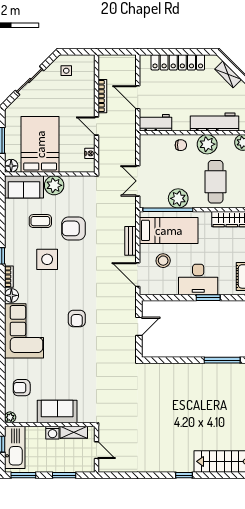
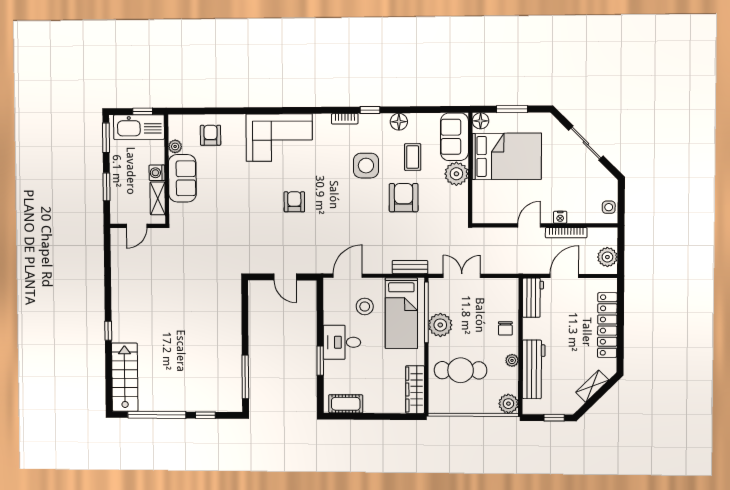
plant: (122, 63) -> (607, 257), added
side table: (66, 71) -> (609, 207), moved
plant: (207, 144) -> (512, 360), width x0.53, depth x0.53
nightstand: (90, 153) -> (560, 217), moved
bench: (131, 241) -> (410, 267), moved
desk: (198, 279) -> (342, 342), width x0.73
floor lamp: (11, 295) -> (399, 122), moved
armchair: (77, 318) -> (294, 202), turned 90
plant: (10, 417) -> (175, 146), moved

